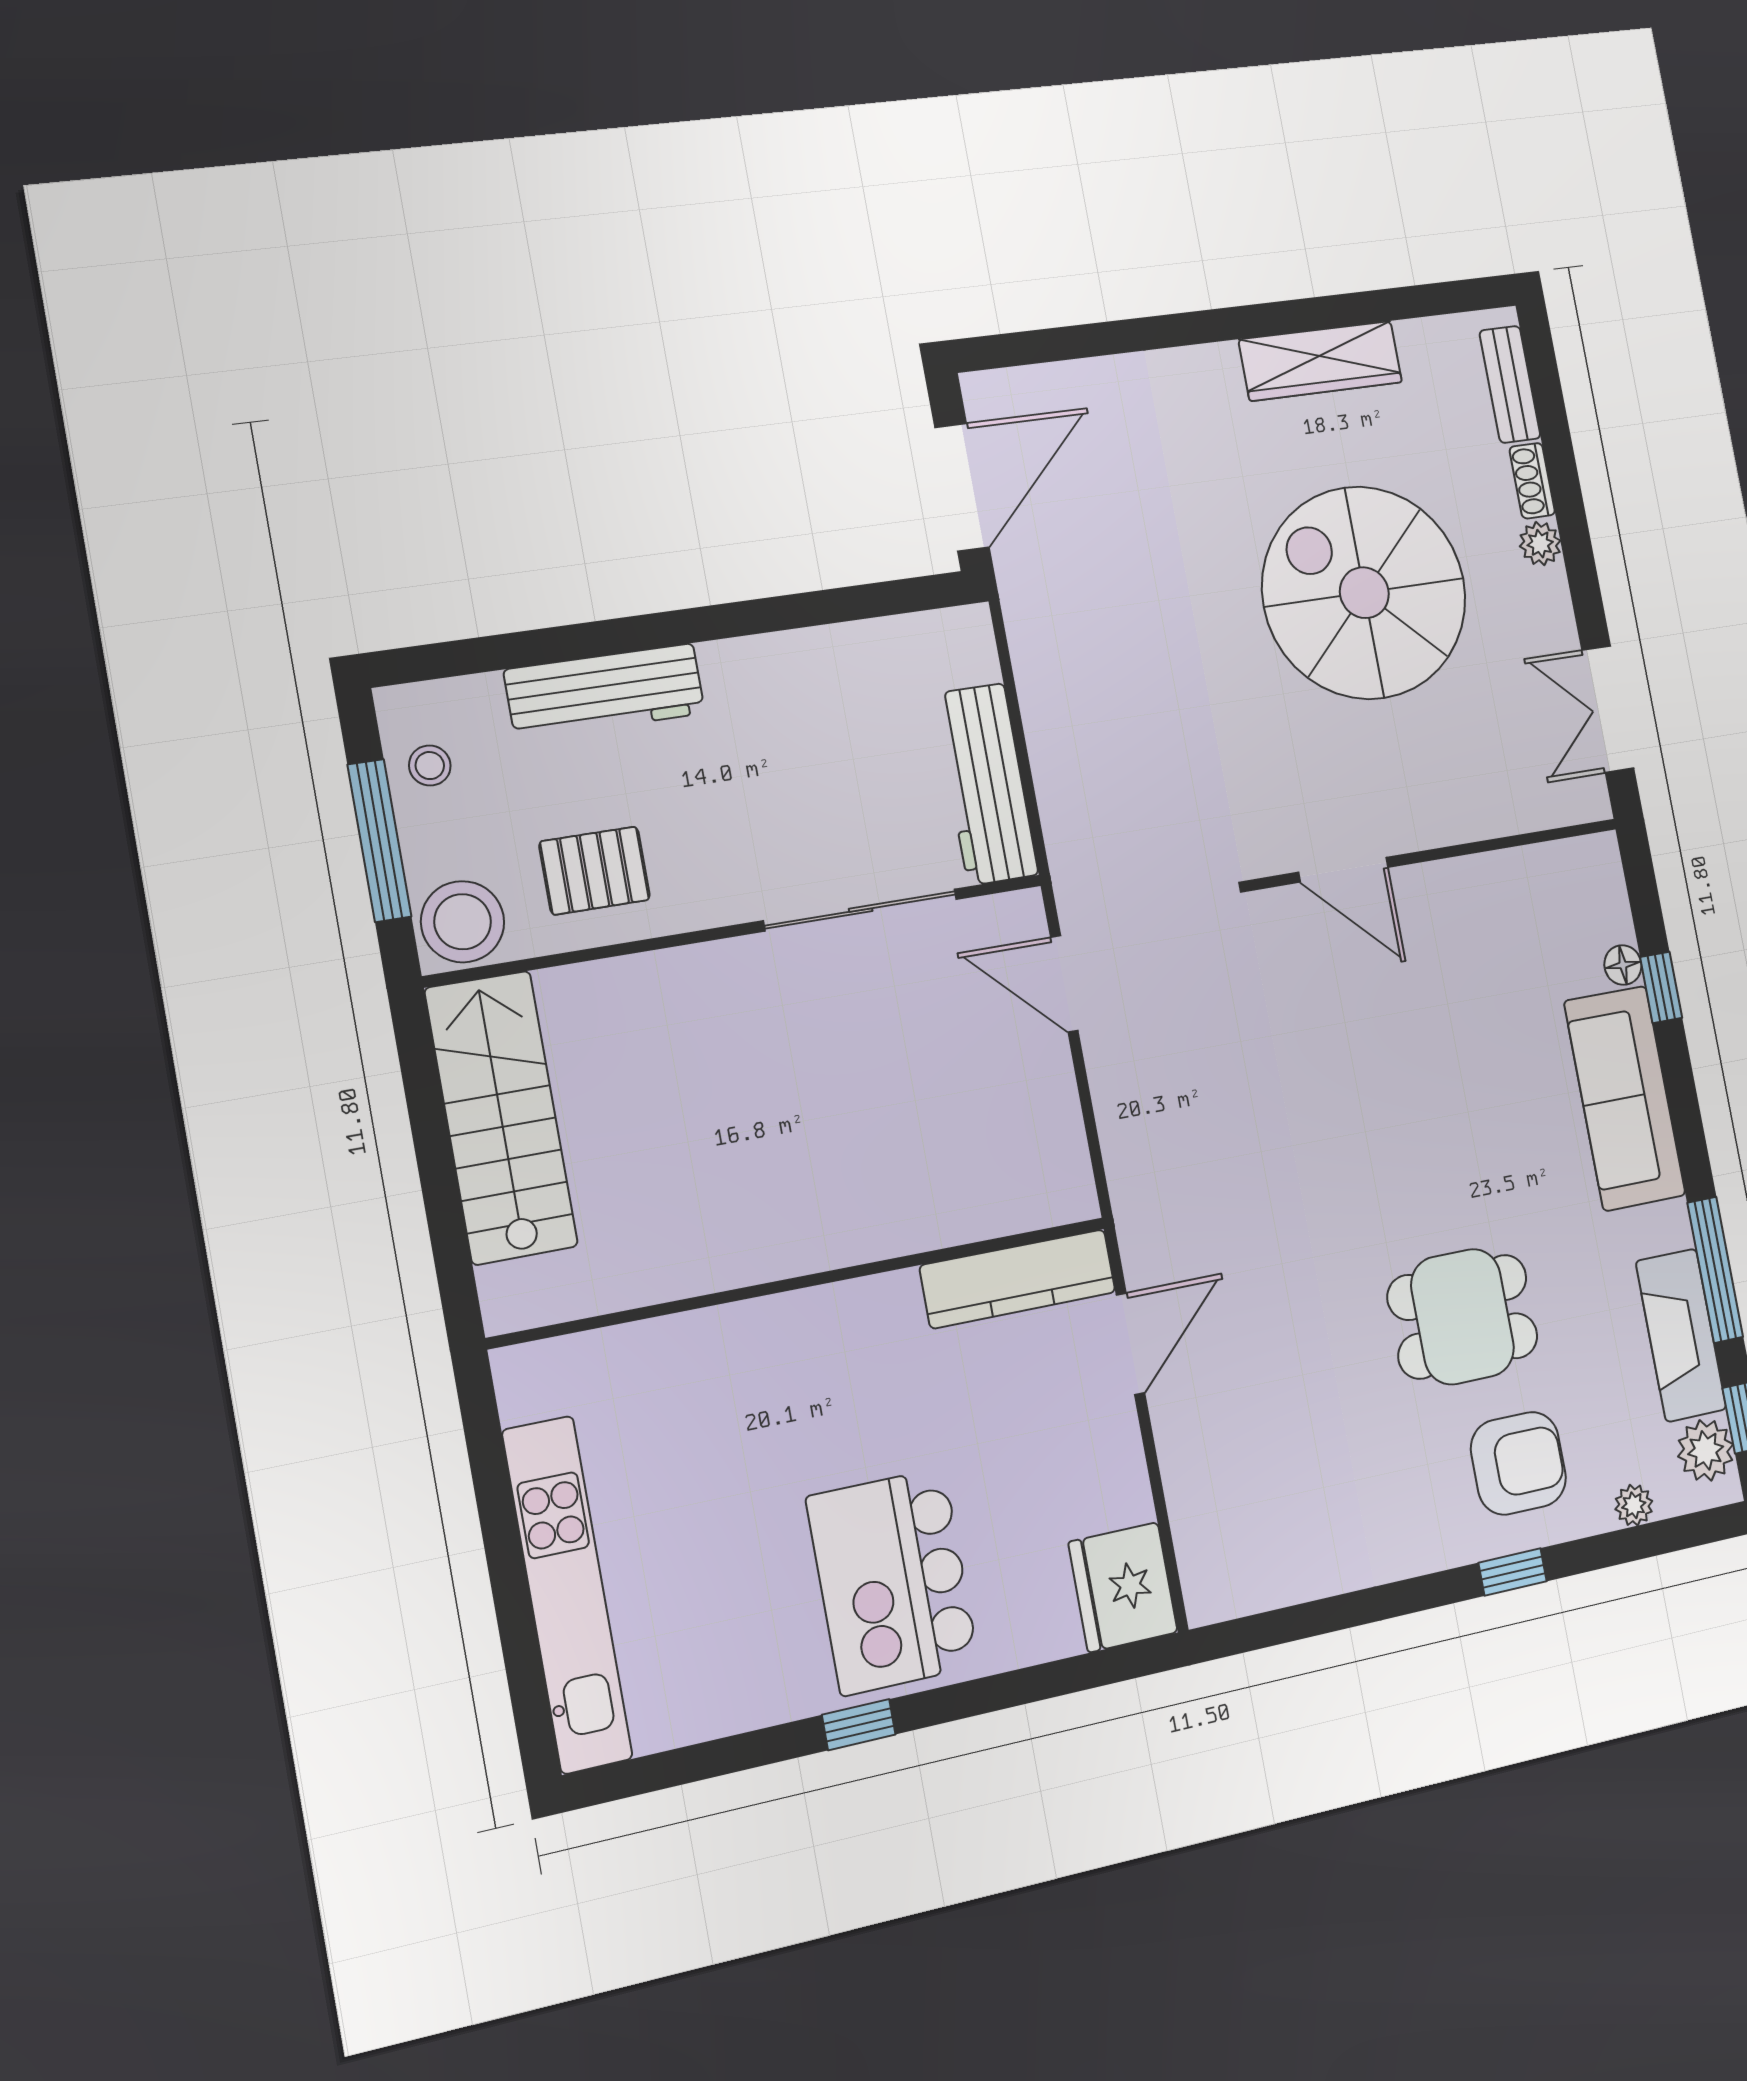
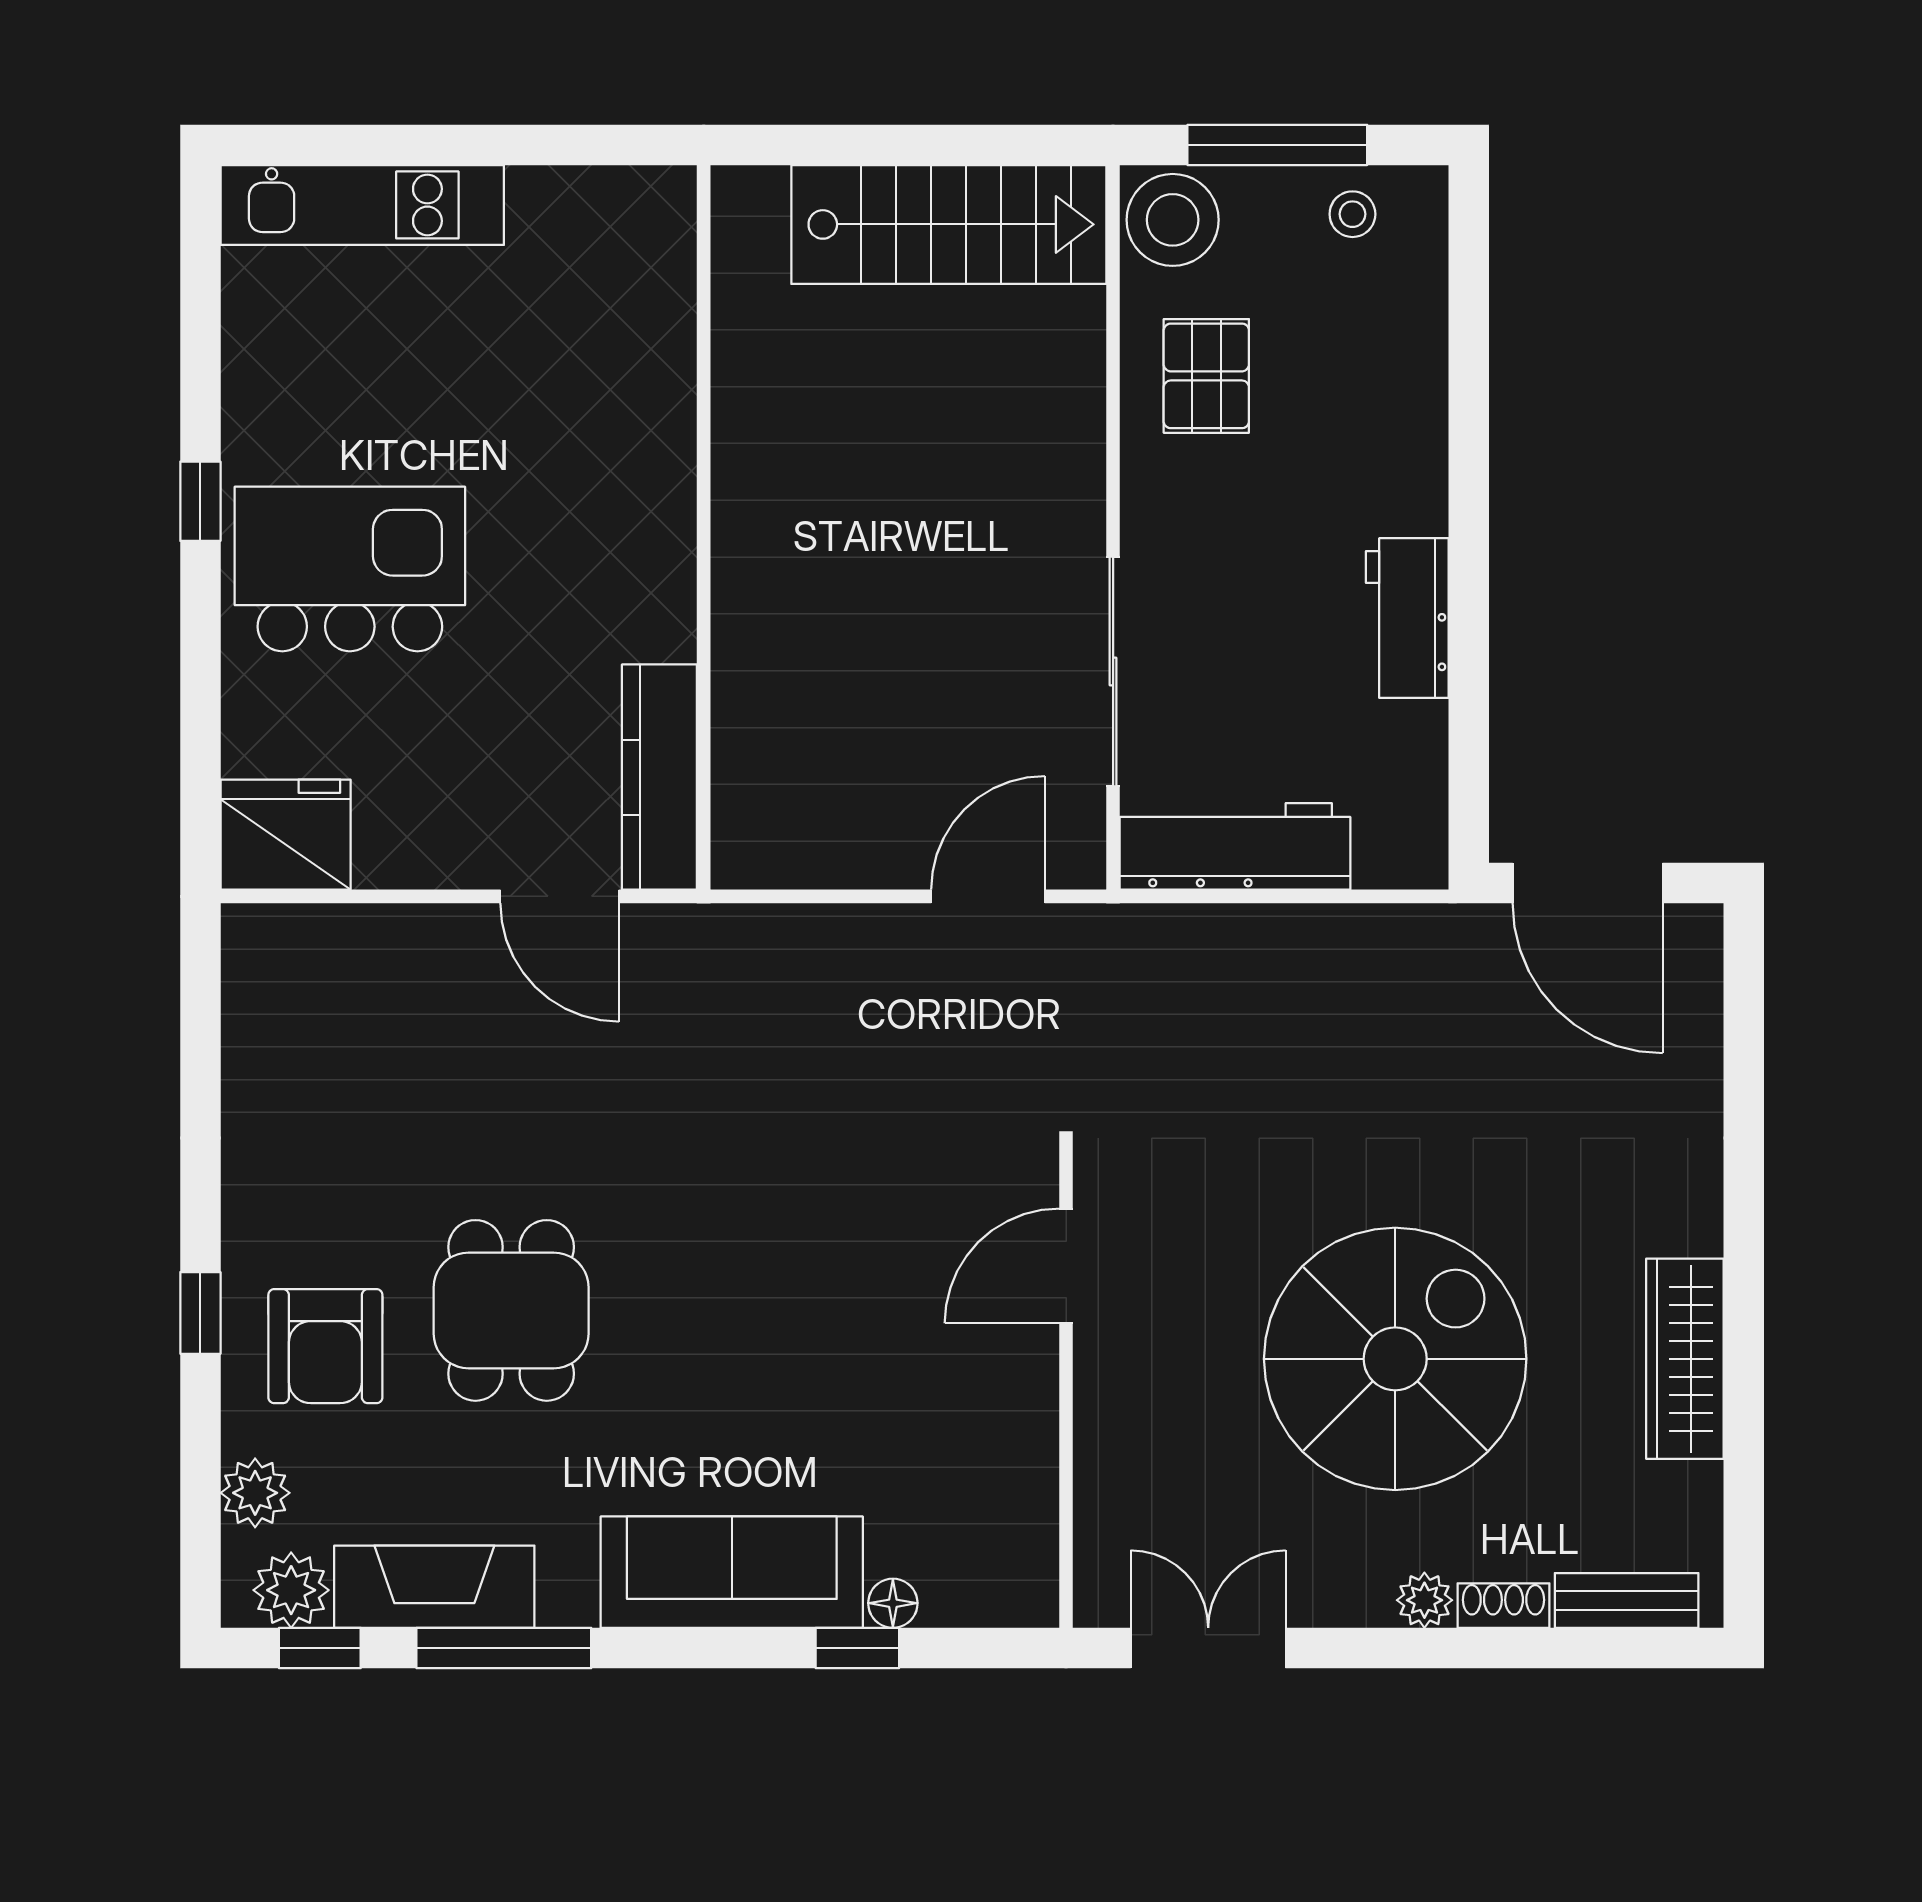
workbench: (605, 692) -> (1407, 618), moved, width x0.73
plant: (1634, 1505) -> (255, 1493), width x1.38, depth x1.38
kitchen unit: (567, 1594) -> (362, 205), width x0.73

